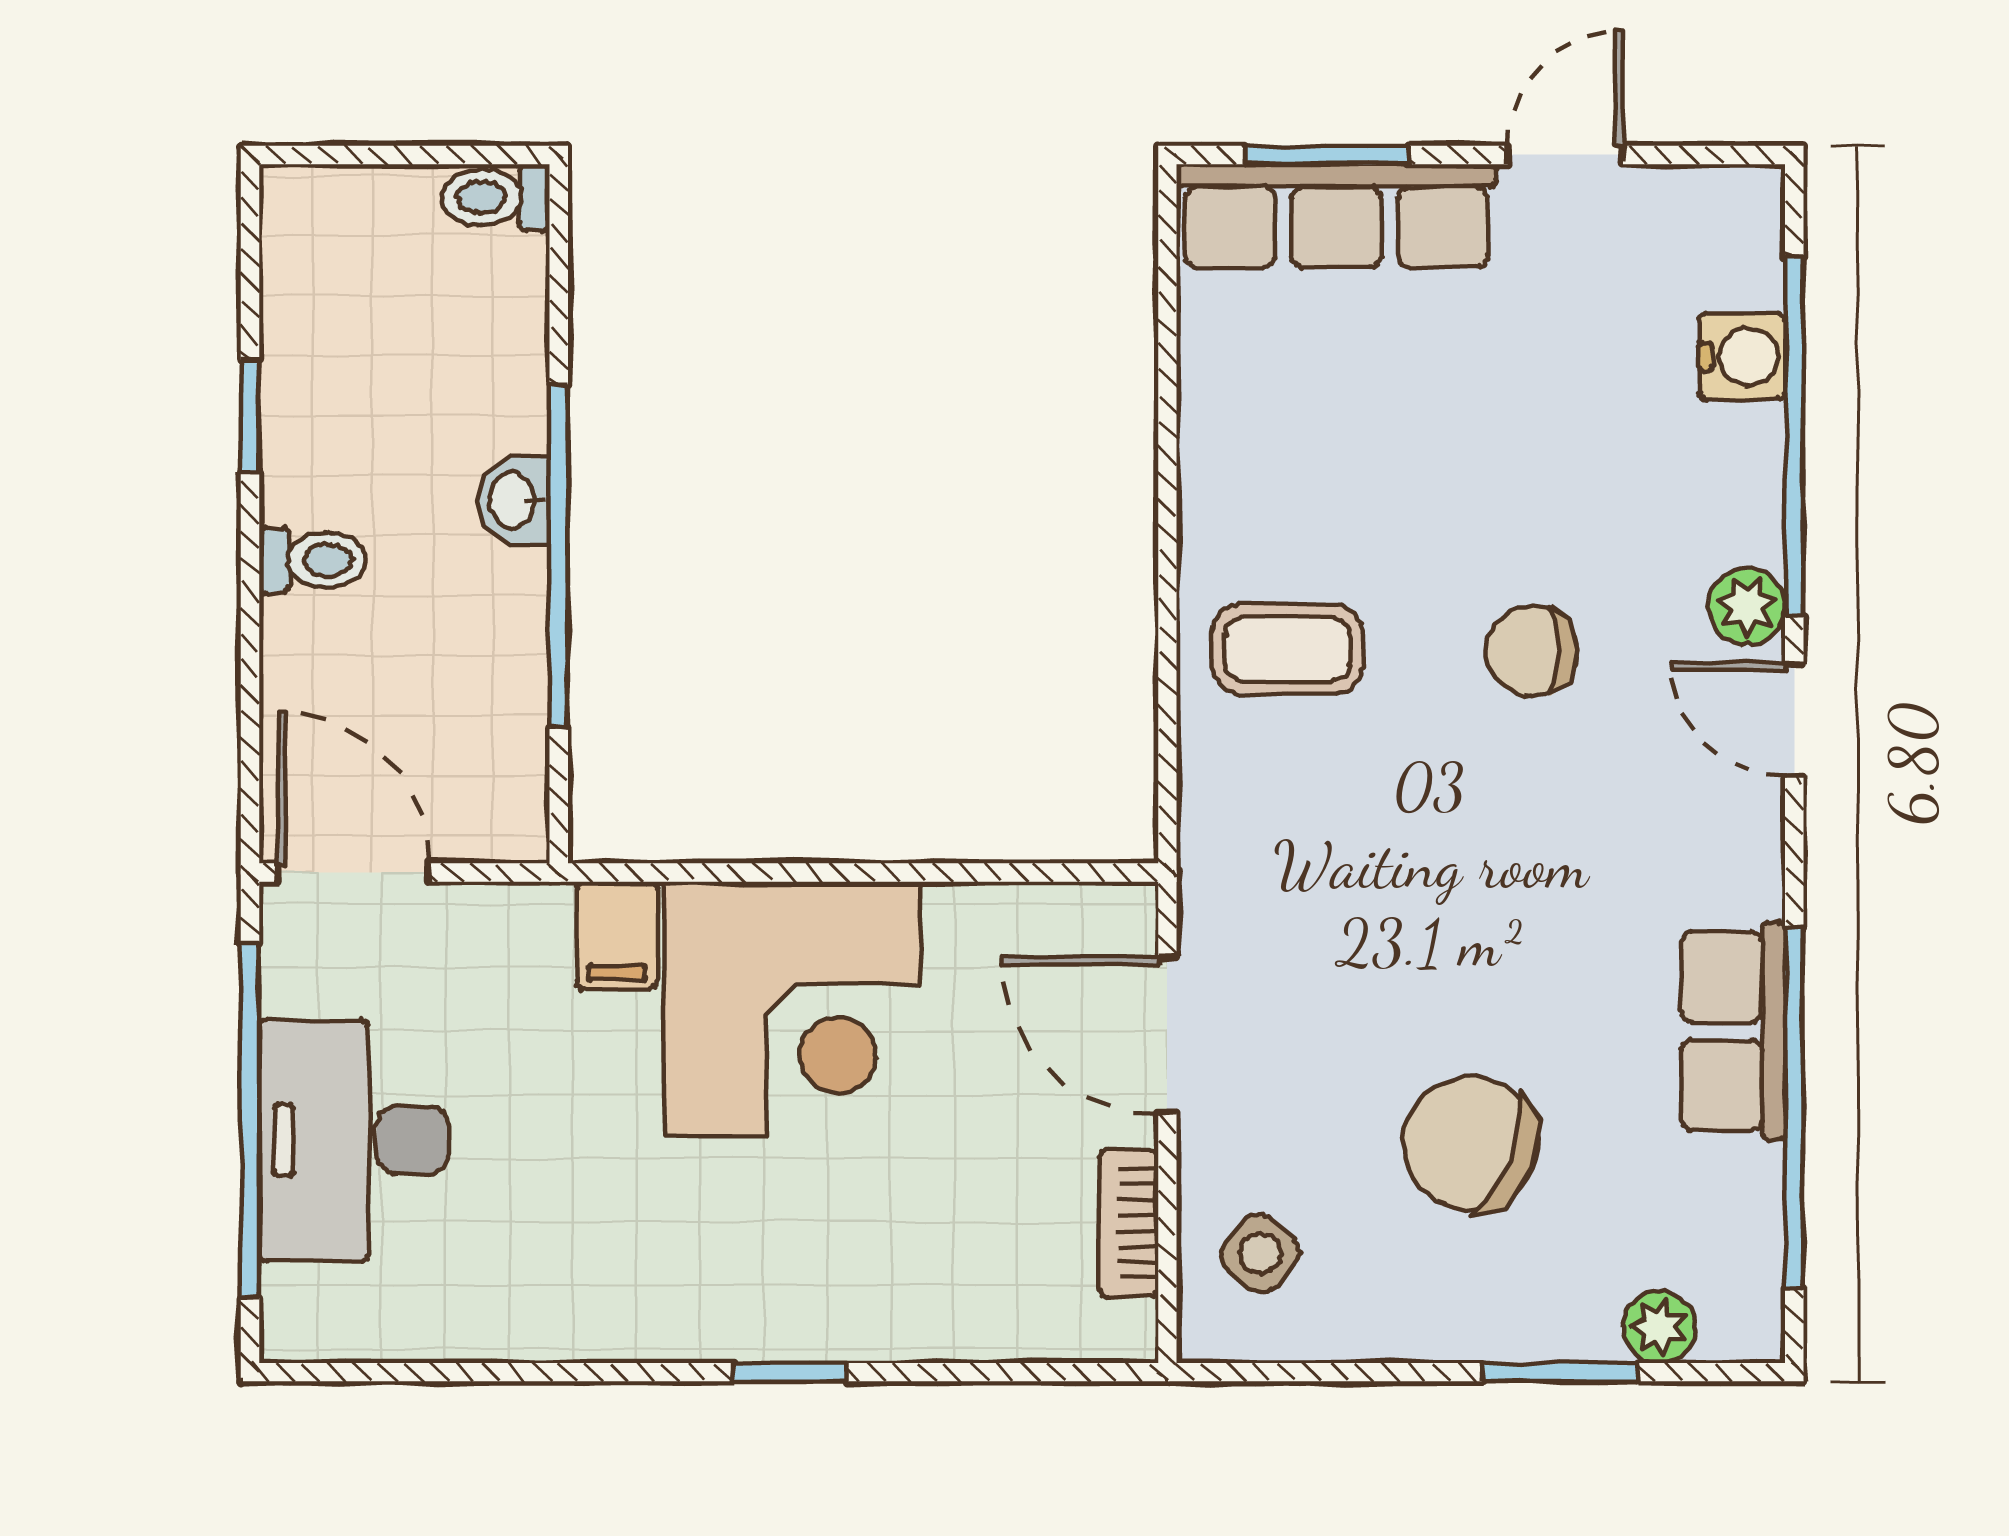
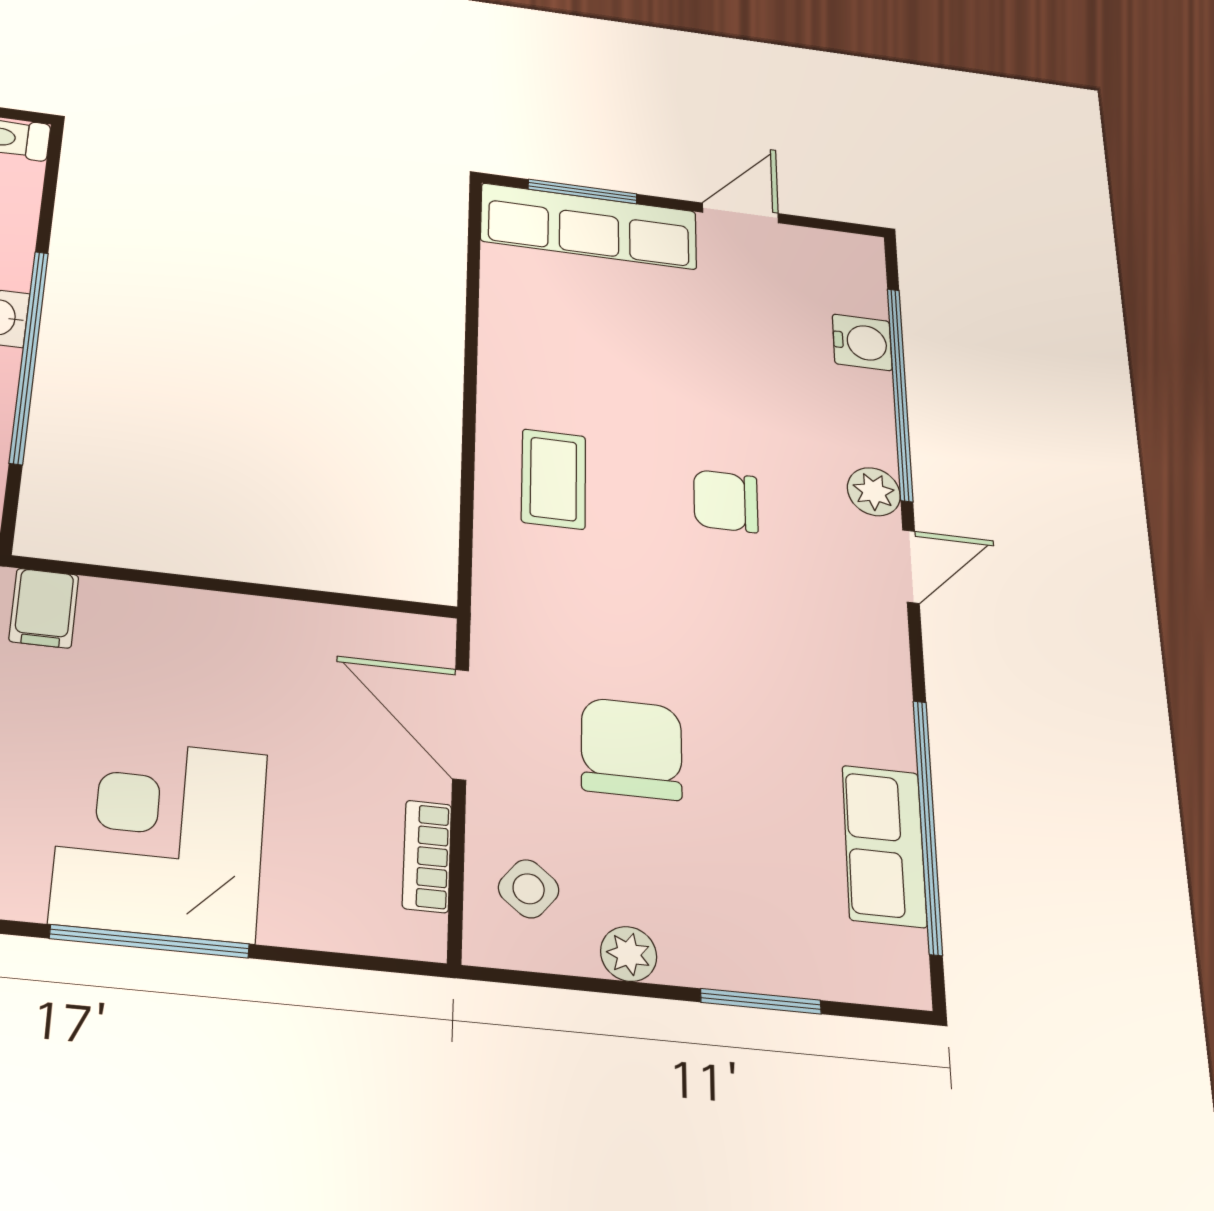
coffee table: (1287, 649) -> (554, 479), turned 90
door: (1794, 719) -> (911, 566), swing flipped
corner desk: (792, 1009) -> (160, 838), moved, turned 180
row of seats: (1733, 1031) -> (884, 846), moved
chair: (1471, 1143) -> (632, 749), moved, turned 68
plant: (1659, 1327) -> (629, 954), moved
window: (790, 1372) -> (150, 941), width x2.17

